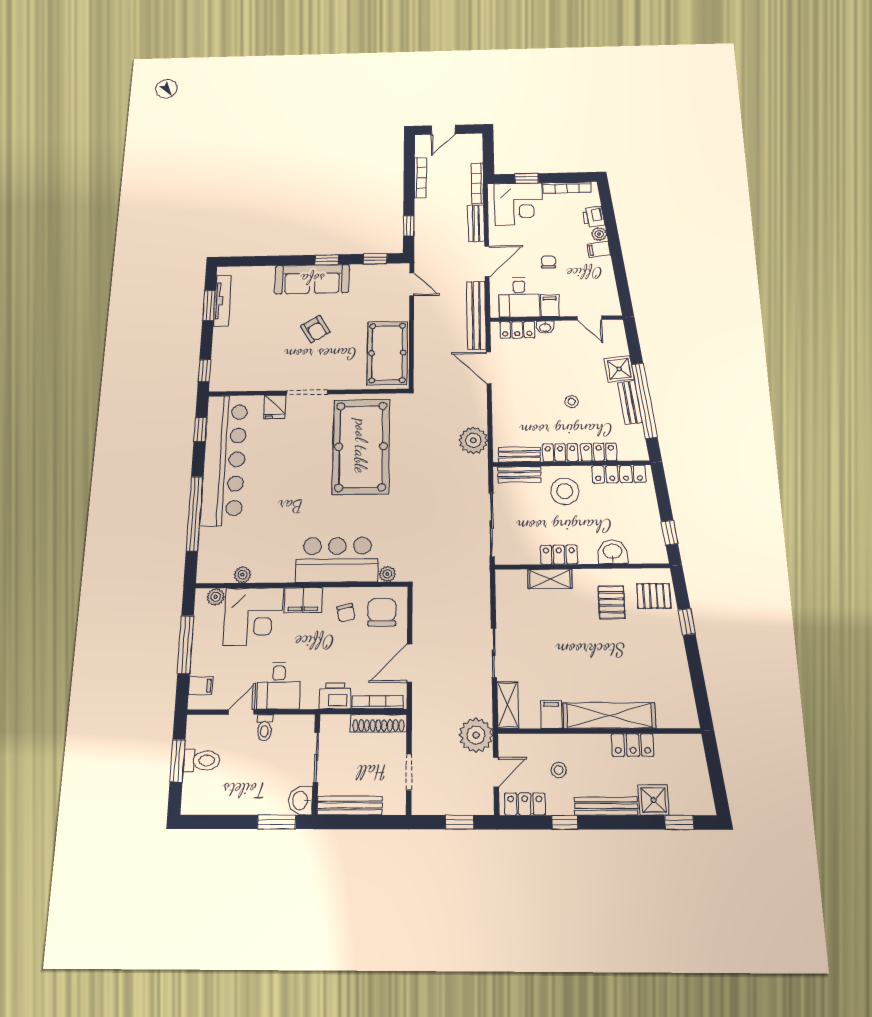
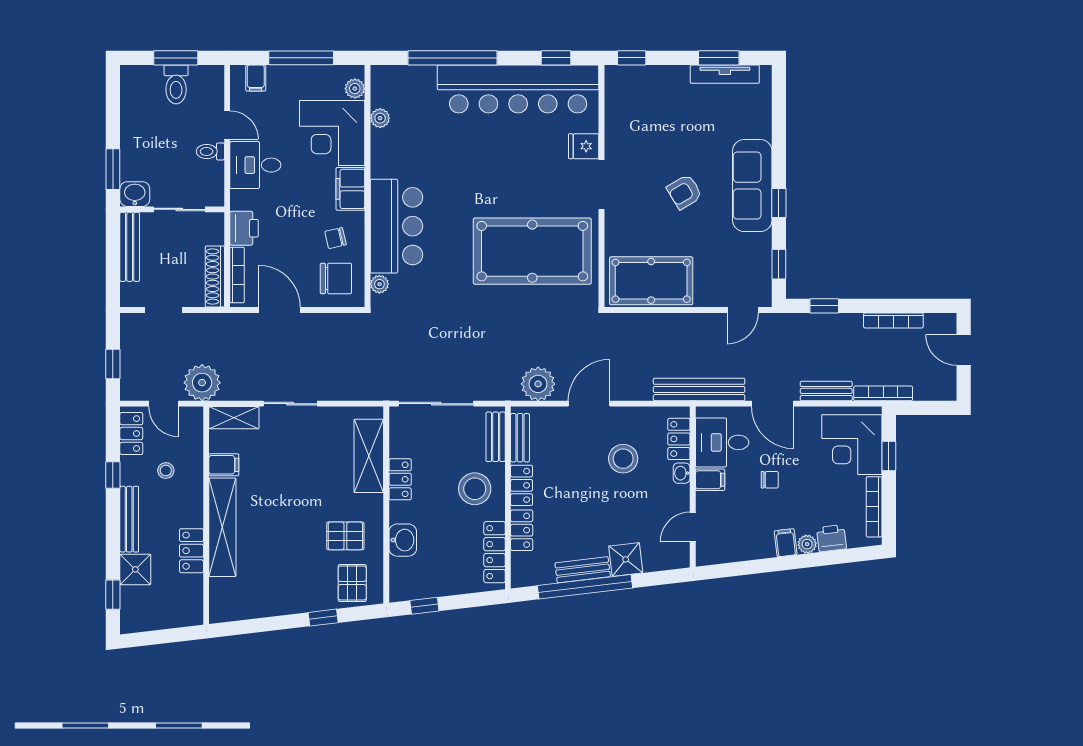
door: (489, 368) -> (589, 404), moved
stool: (572, 402) -> (623, 459), moved, width x1.89, depth x1.89
shelving: (550, 579) -> (369, 456), width x1.50, depth x1.33

